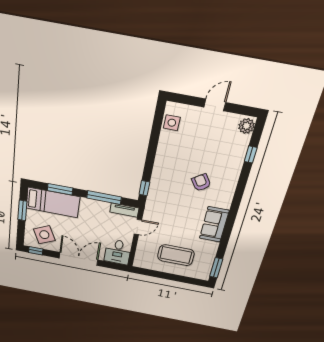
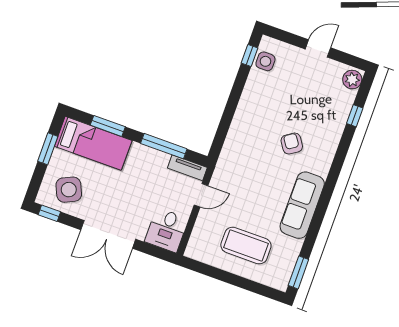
window: (144, 188) -> (250, 55), moved
sofa: (214, 224) -> (302, 205), width x1.36
double door: (78, 259) -> (108, 234), swing flipped

